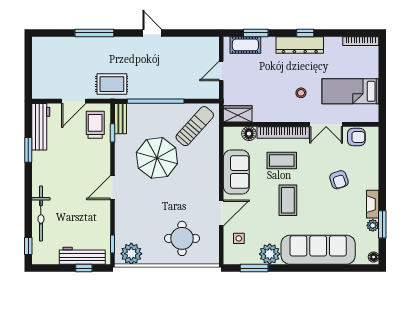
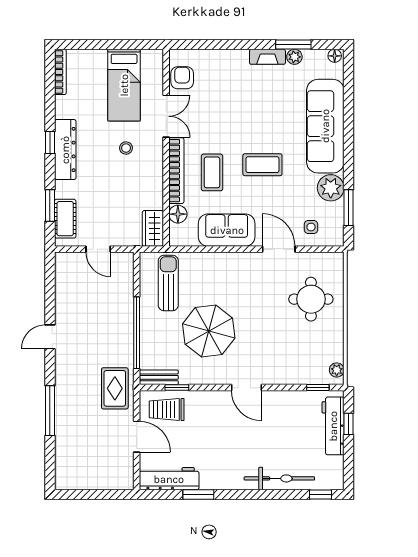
sun lounger: (195, 126) -> (168, 283), turned 48
armchair: (339, 180) -> (236, 100), removed
plant: (131, 254) -> (337, 370), width x0.53, depth x0.53

